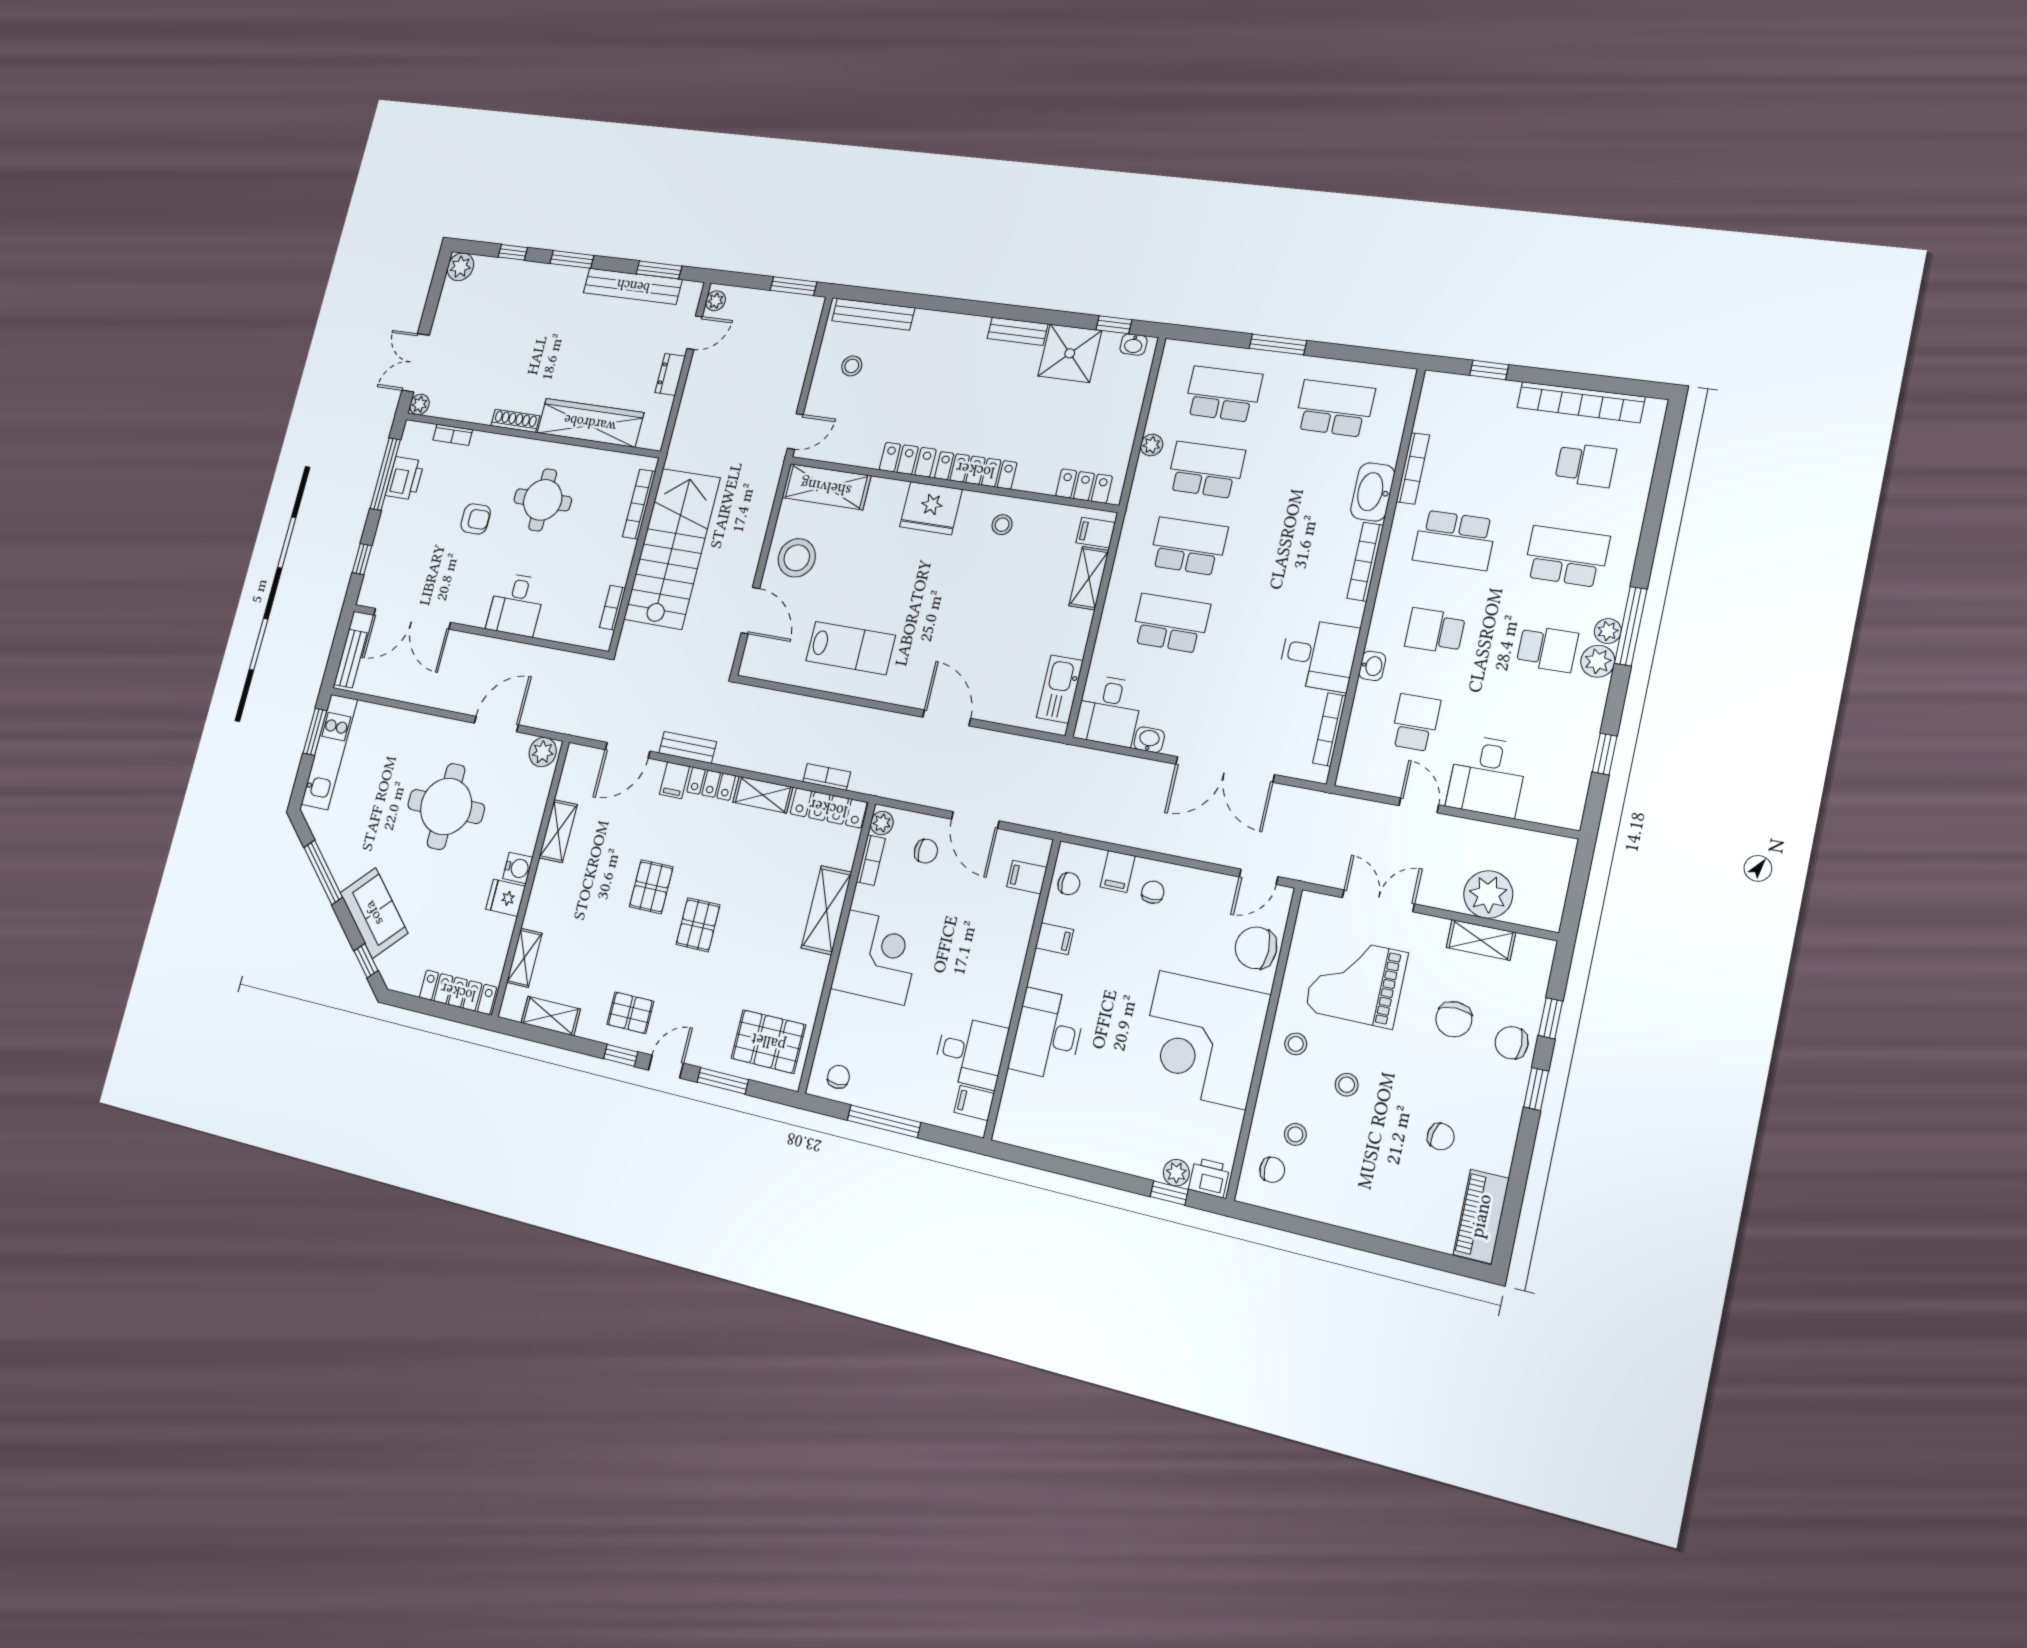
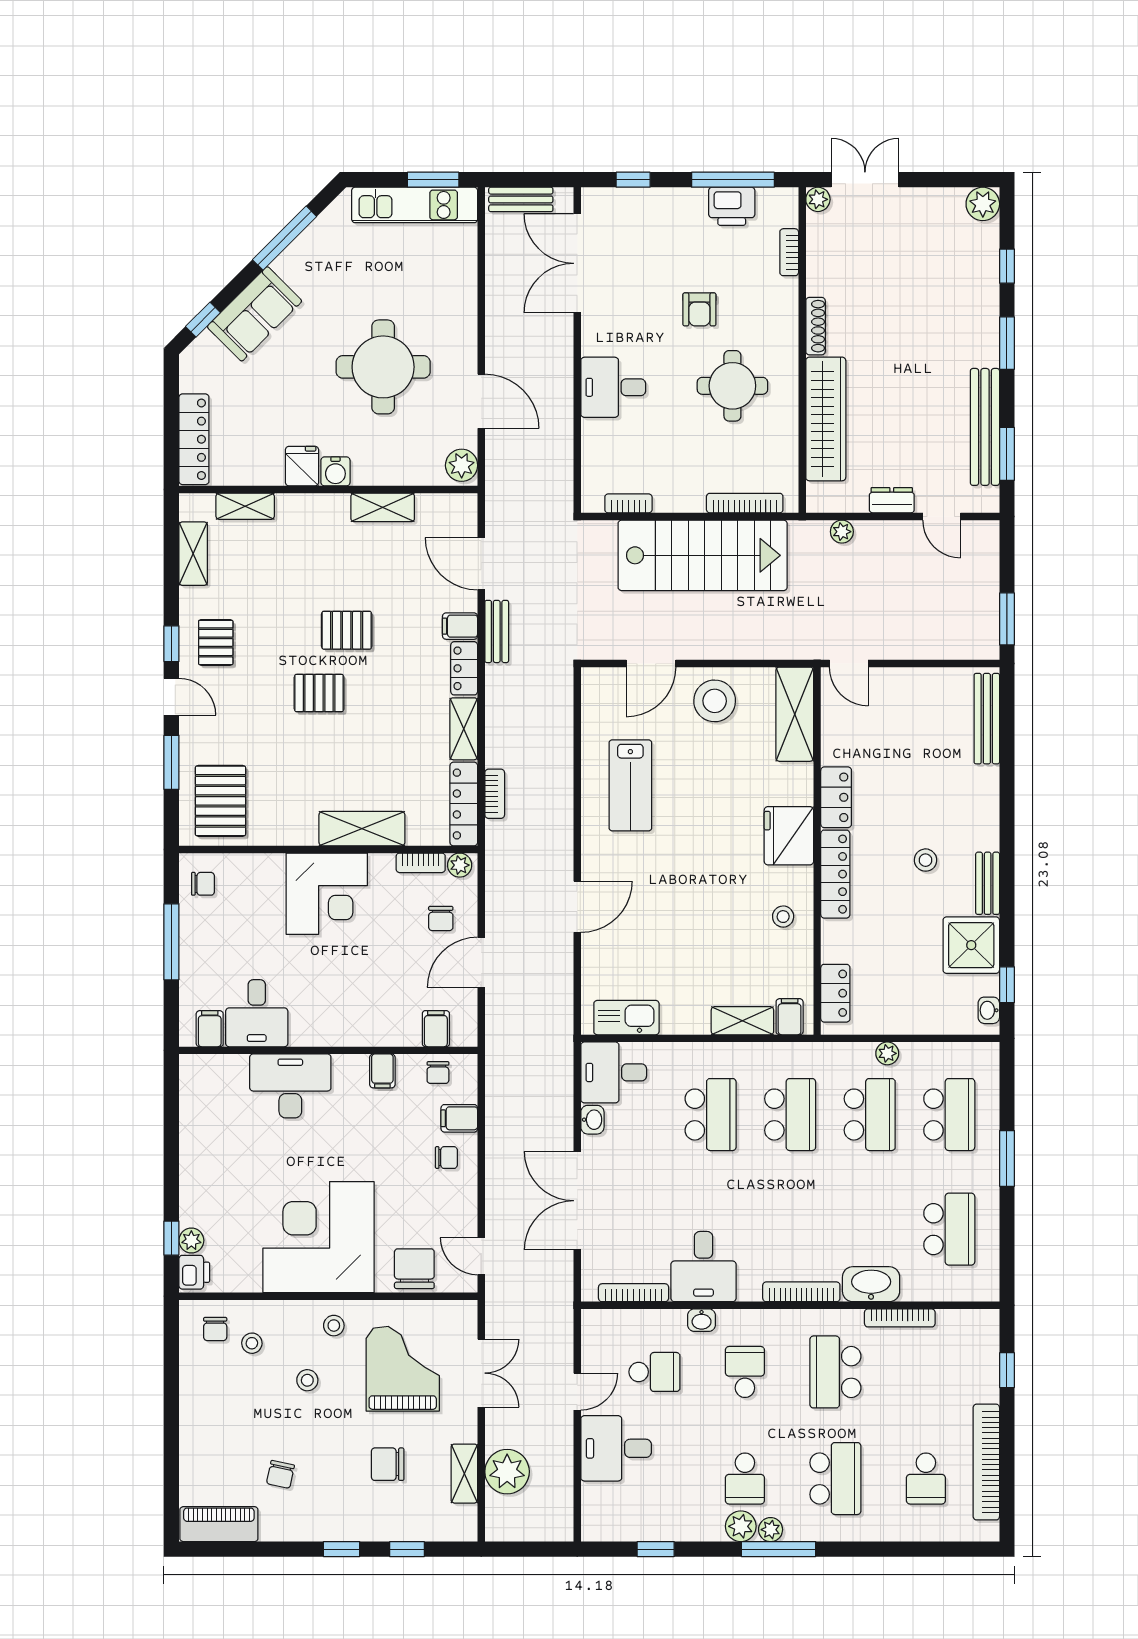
plant: (716, 301) -> (842, 532), moved
stool: (852, 366) -> (926, 860), moved
chair: (1512, 1043) -> (378, 1520), removed

